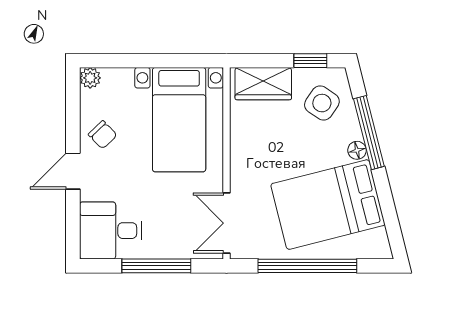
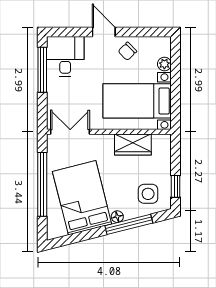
plant: (90, 78) -> (164, 64), moved
wardrobe: (263, 84) -> (133, 144), moved, turned -90
side table: (322, 103) -> (148, 194), turned -34
window: (156, 266) -> (42, 70), moved

